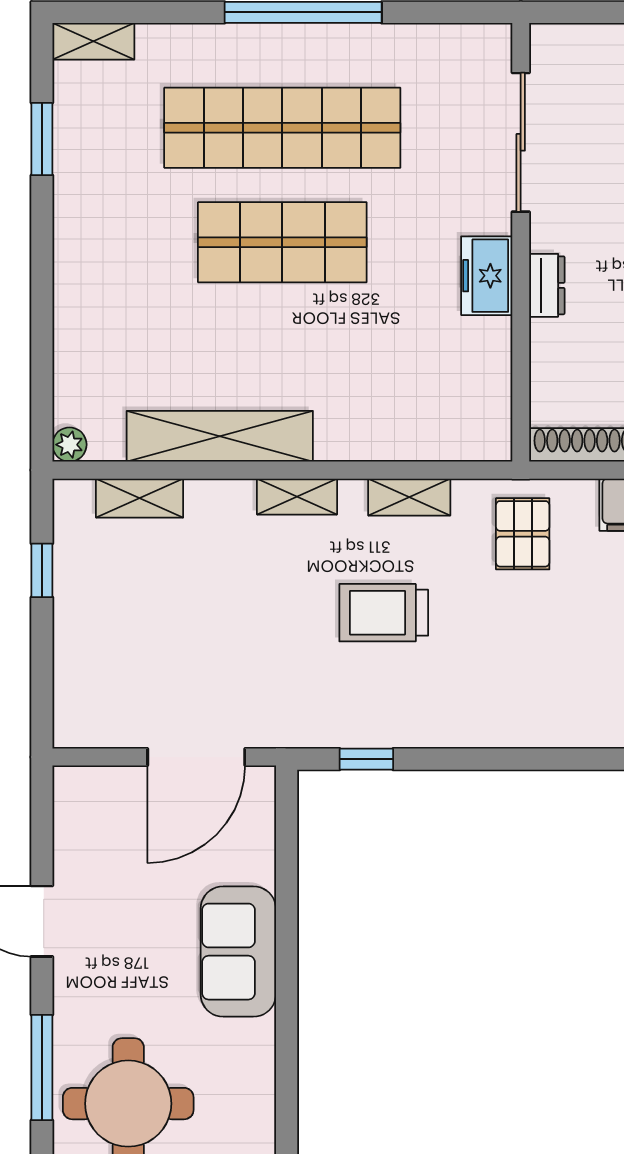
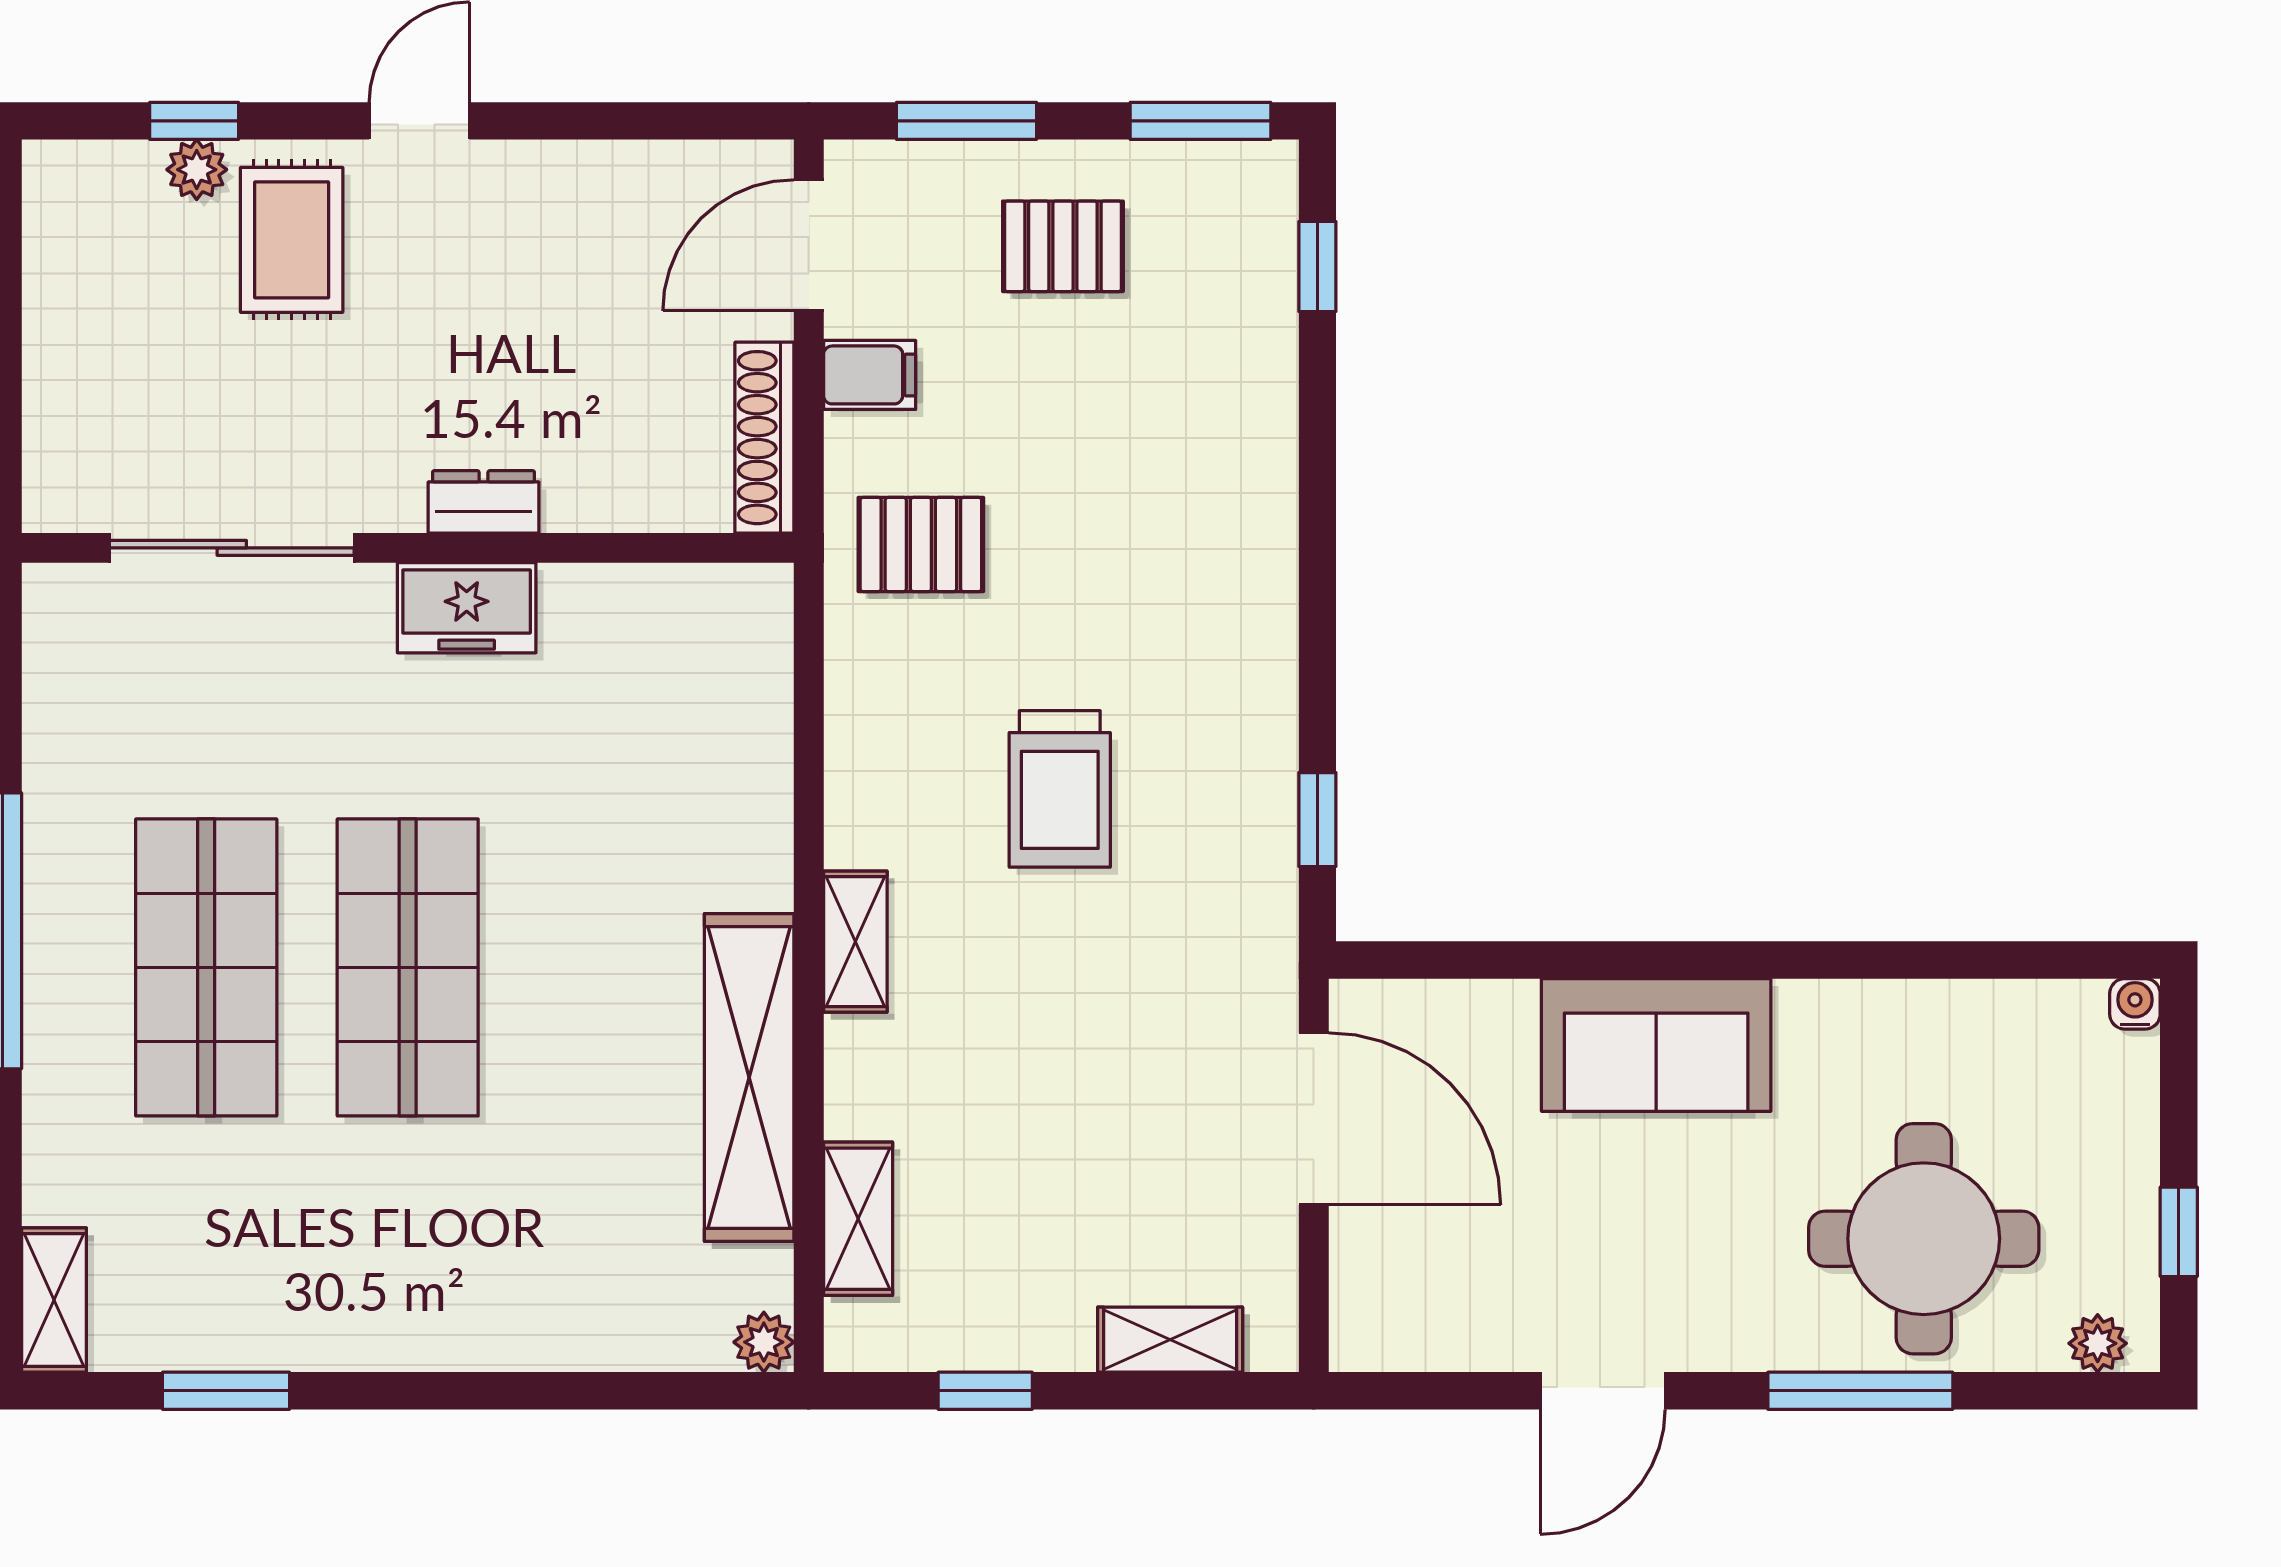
shop shelf: (282, 128) -> (206, 967), width x0.71
shelving: (409, 497) -> (1170, 1340), moved, turned 90

